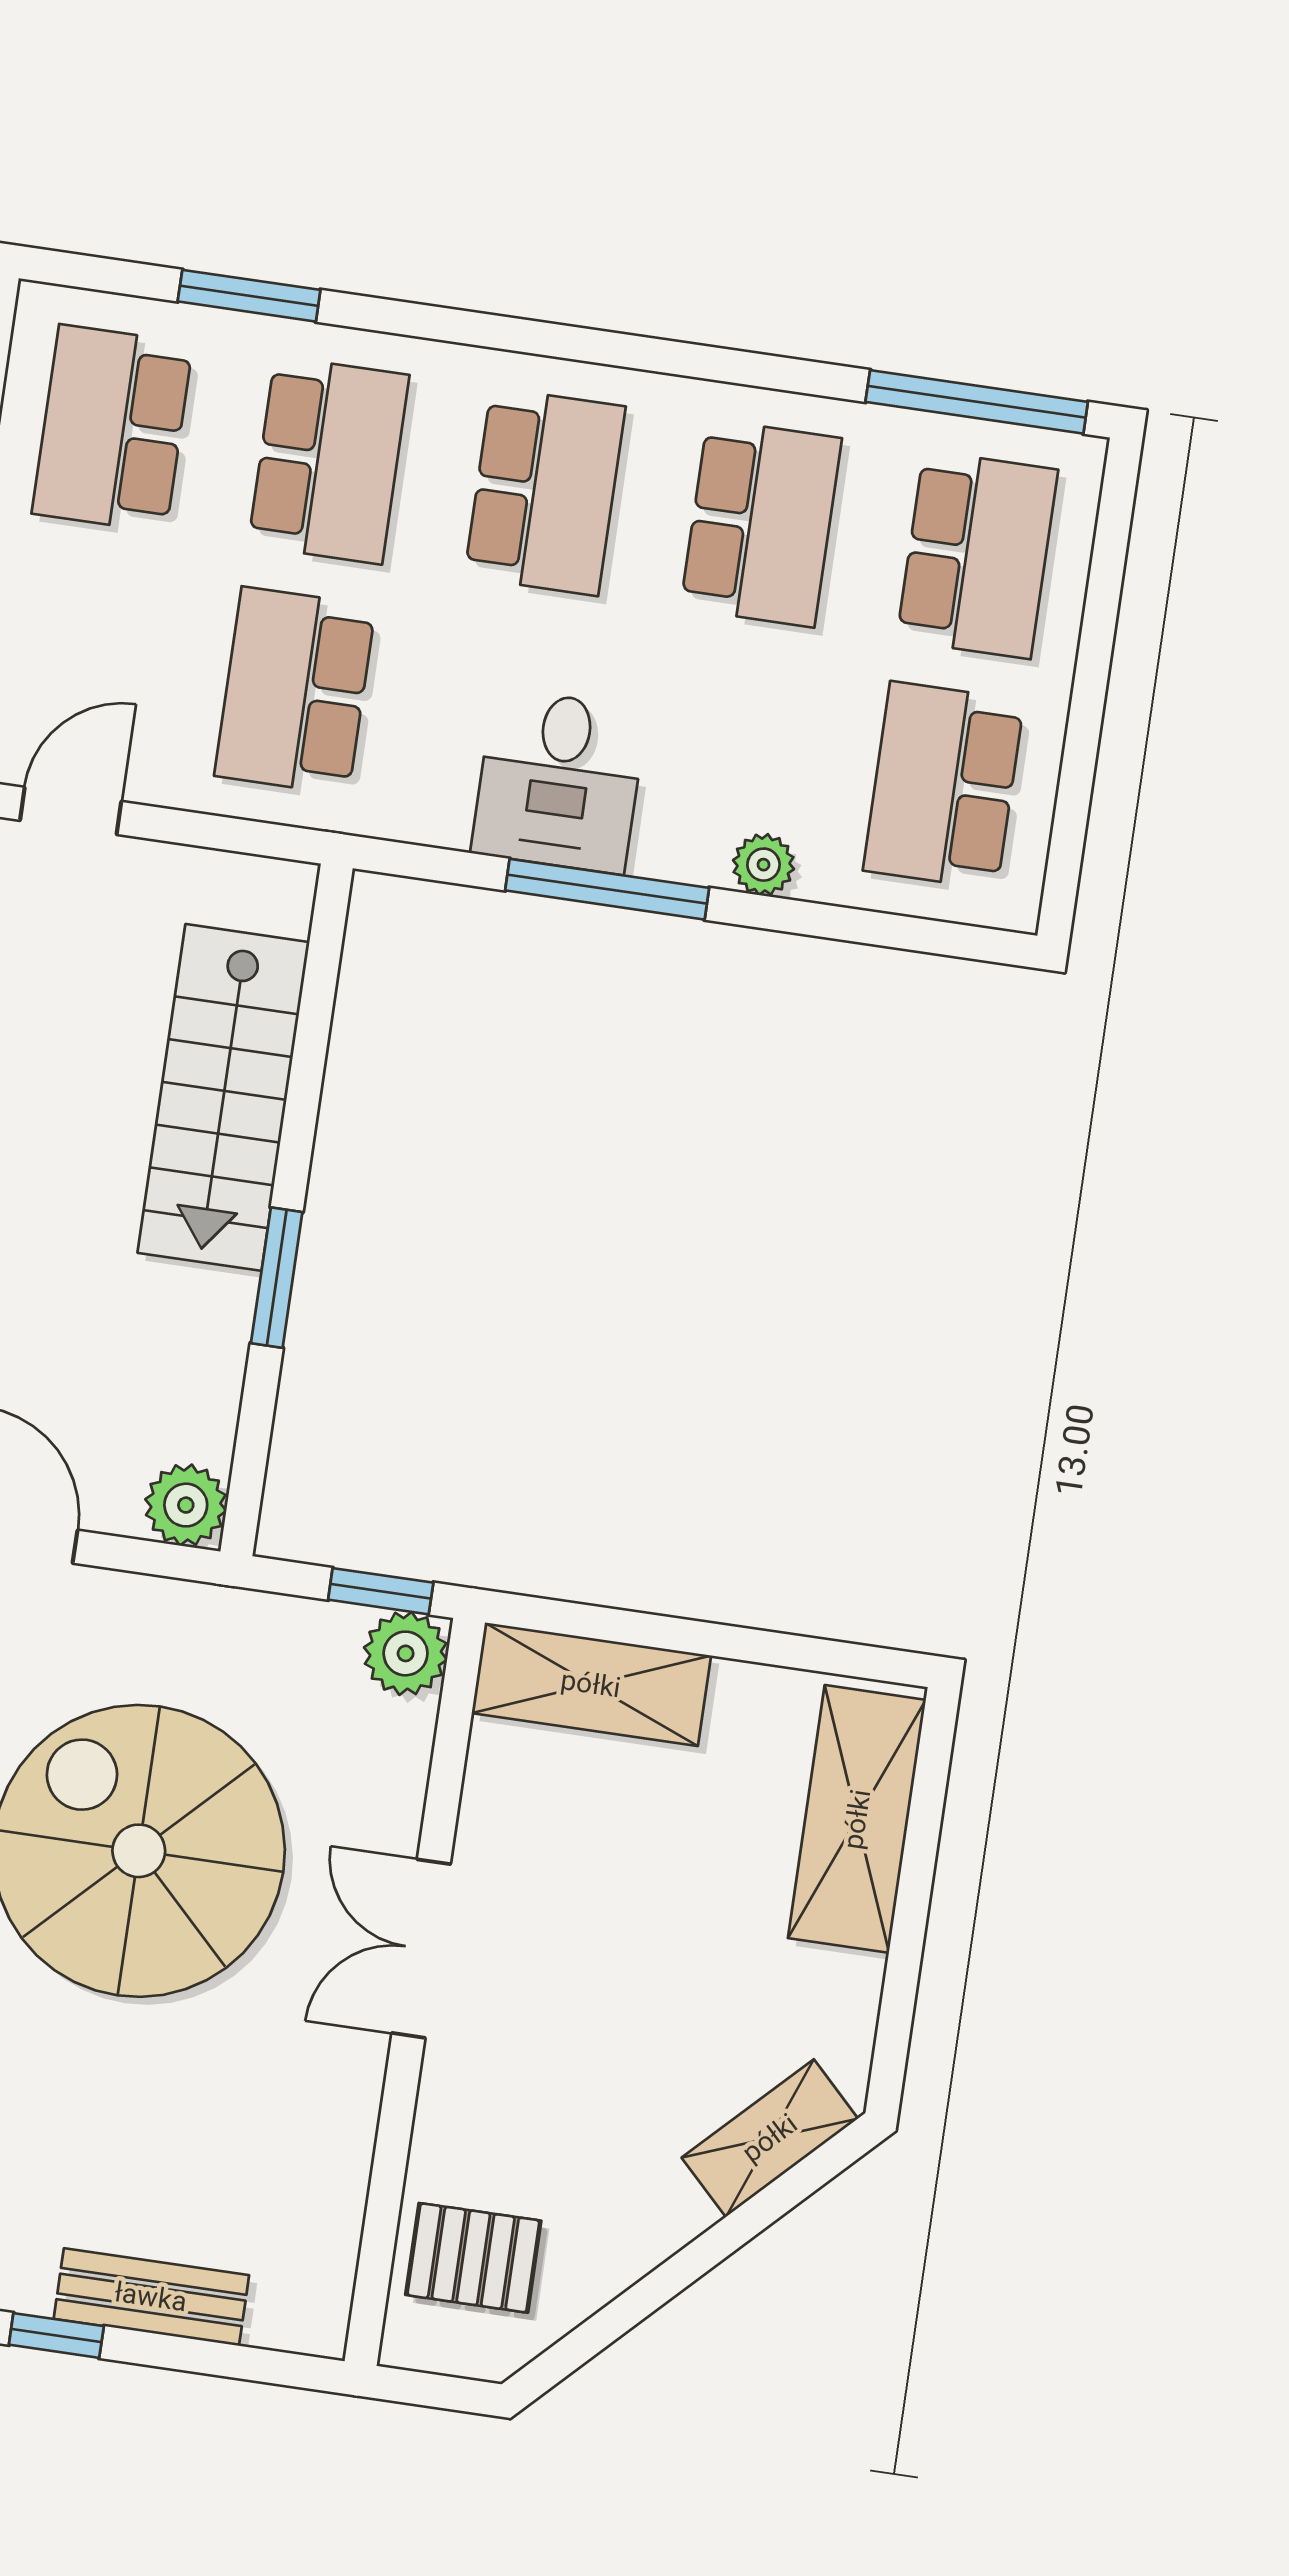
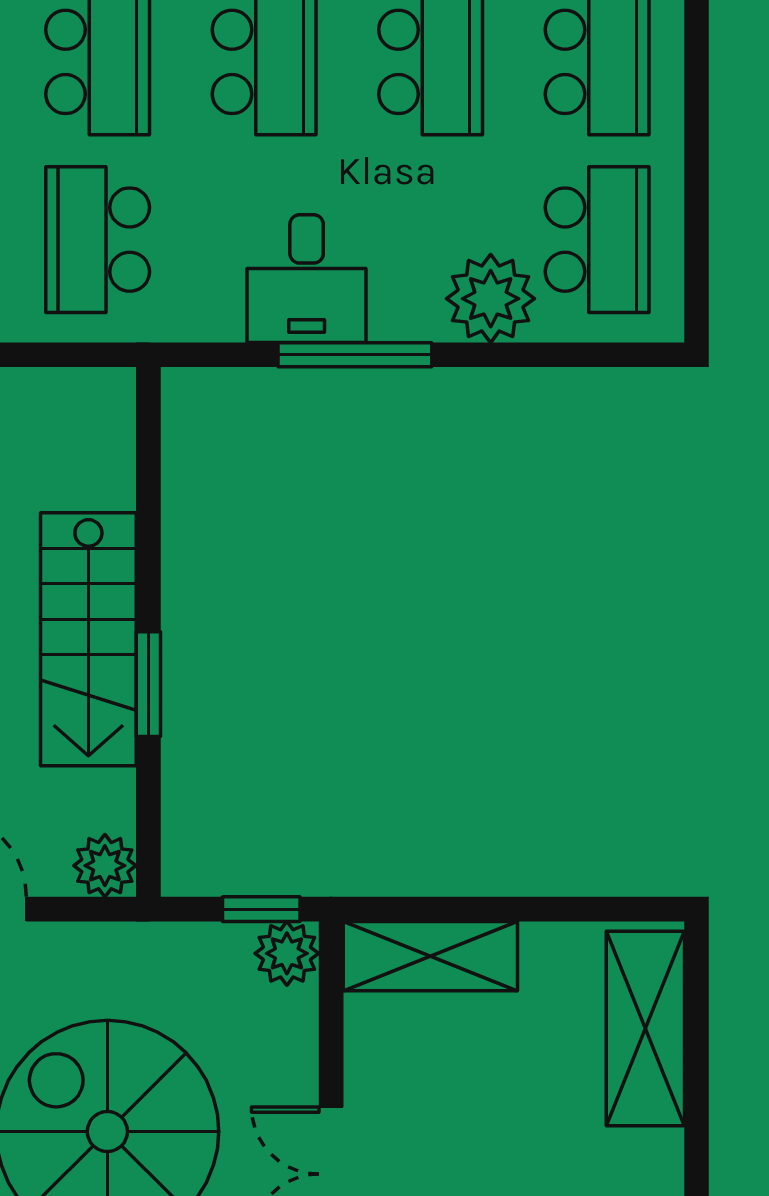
school desk: (944, 785) -> (597, 240), turned 180
plant: (764, 865) -> (491, 299), width x1.88, depth x1.88
stairs: (223, 1097) -> (88, 639), moved

